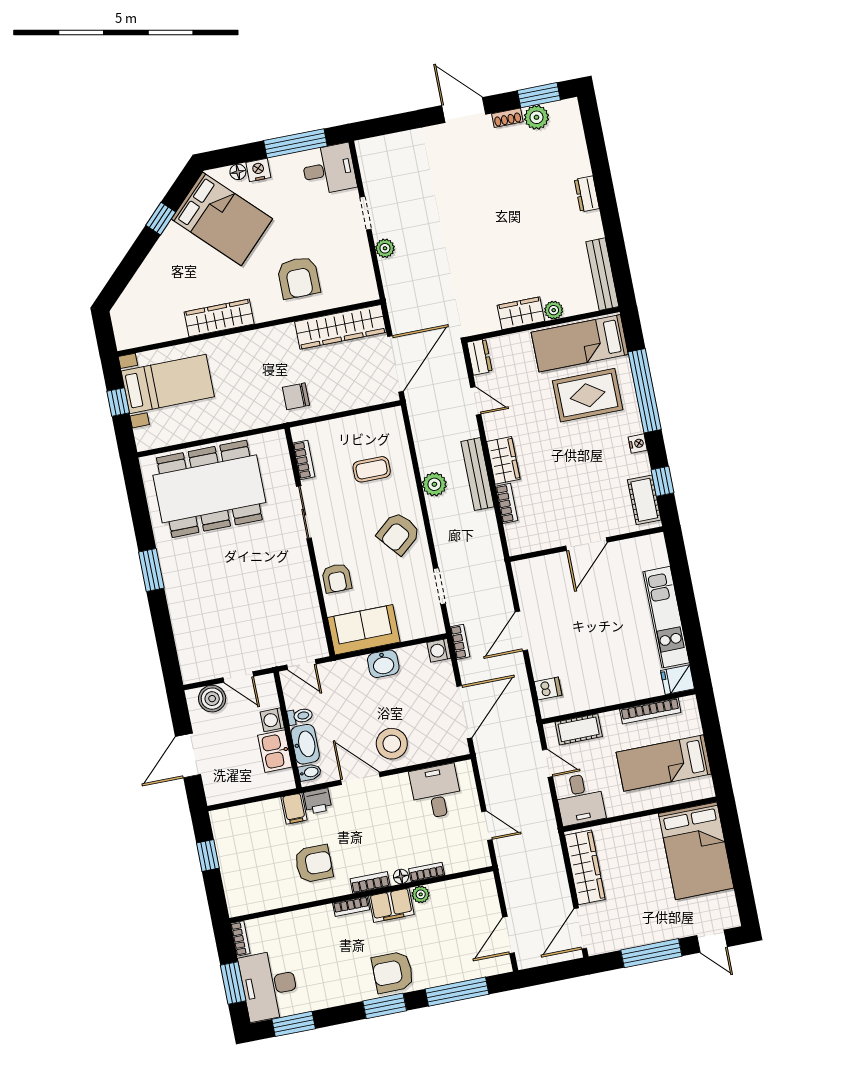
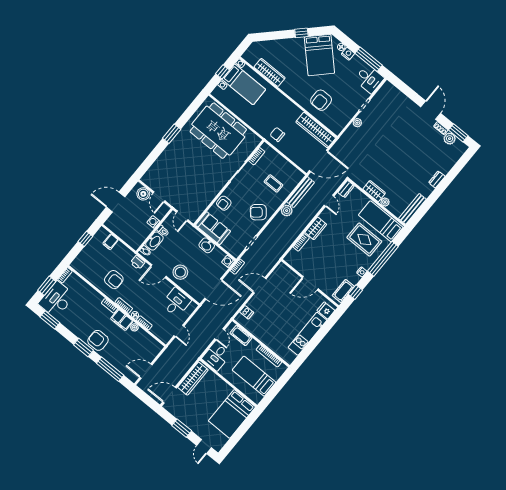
wardrobe: (219, 318) -> (270, 72), moved
bench: (477, 474) -> (300, 192), moved
fridge: (677, 680) -> (326, 311), moved
kitchen sink: (275, 751) -> (143, 232), removed
door: (360, 778) -> (158, 271), swing flipped
filing cabinet: (294, 809) -> (110, 242), moved
window: (651, 953) -> (182, 428), width x0.69

